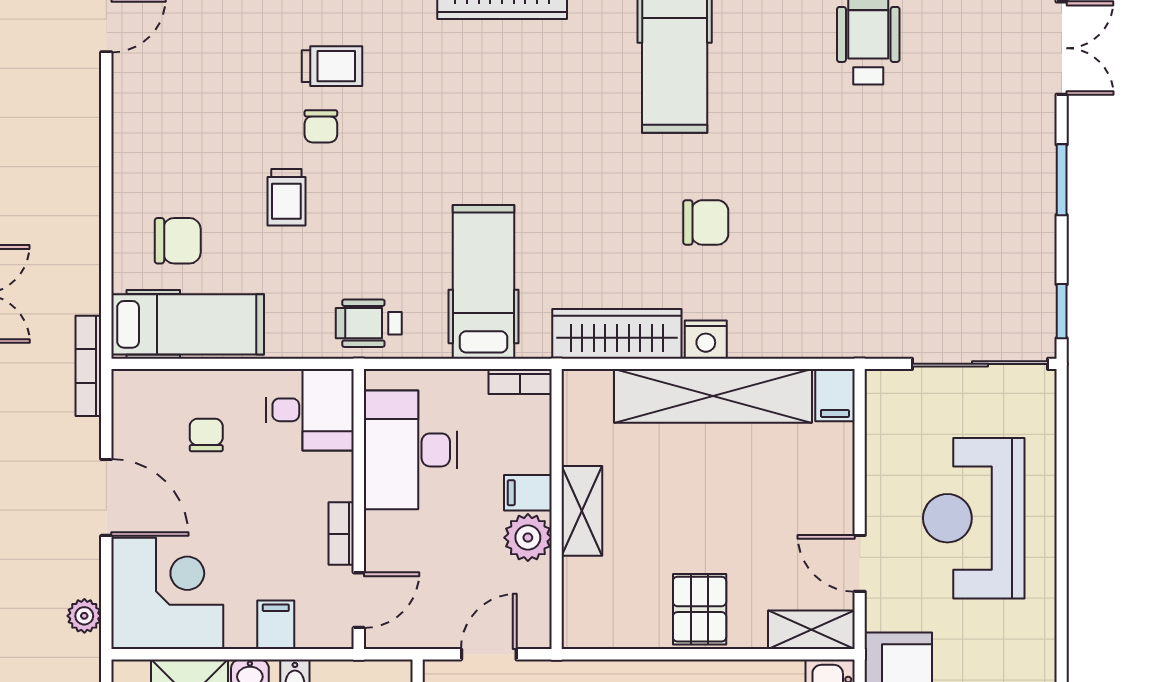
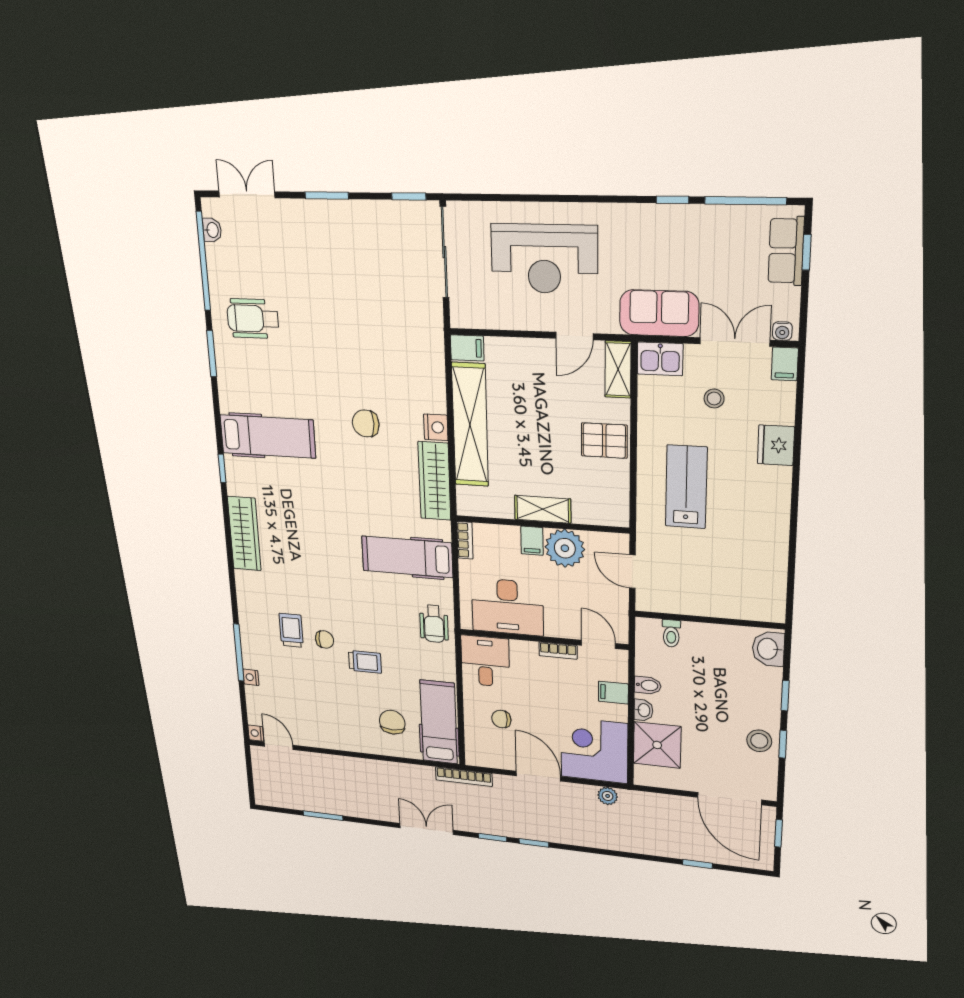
chair: (706, 222) -> (366, 423), turned -90
door: (106, 497) -> (538, 776), hinge flipped
plant: (528, 538) -> (565, 548), width x1.36, depth x1.36

